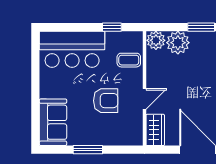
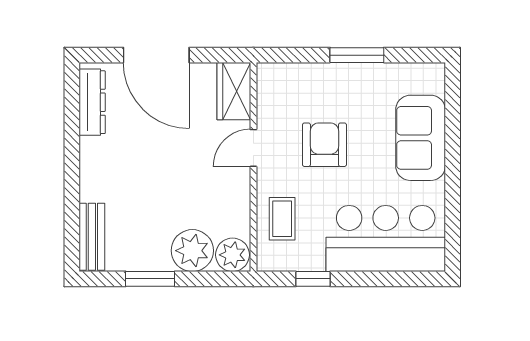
coffee table: (129, 60) -> (282, 219), turned 90
armchair: (106, 101) -> (324, 145), turned 90
sofa: (53, 122) -> (421, 138), moved

